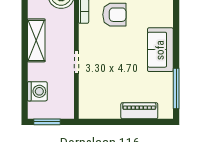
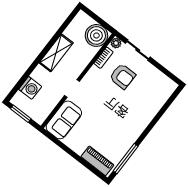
sofa: (160, 50) -> (64, 120), moved, turned 180
piano: (139, 111) -> (97, 161), moved

